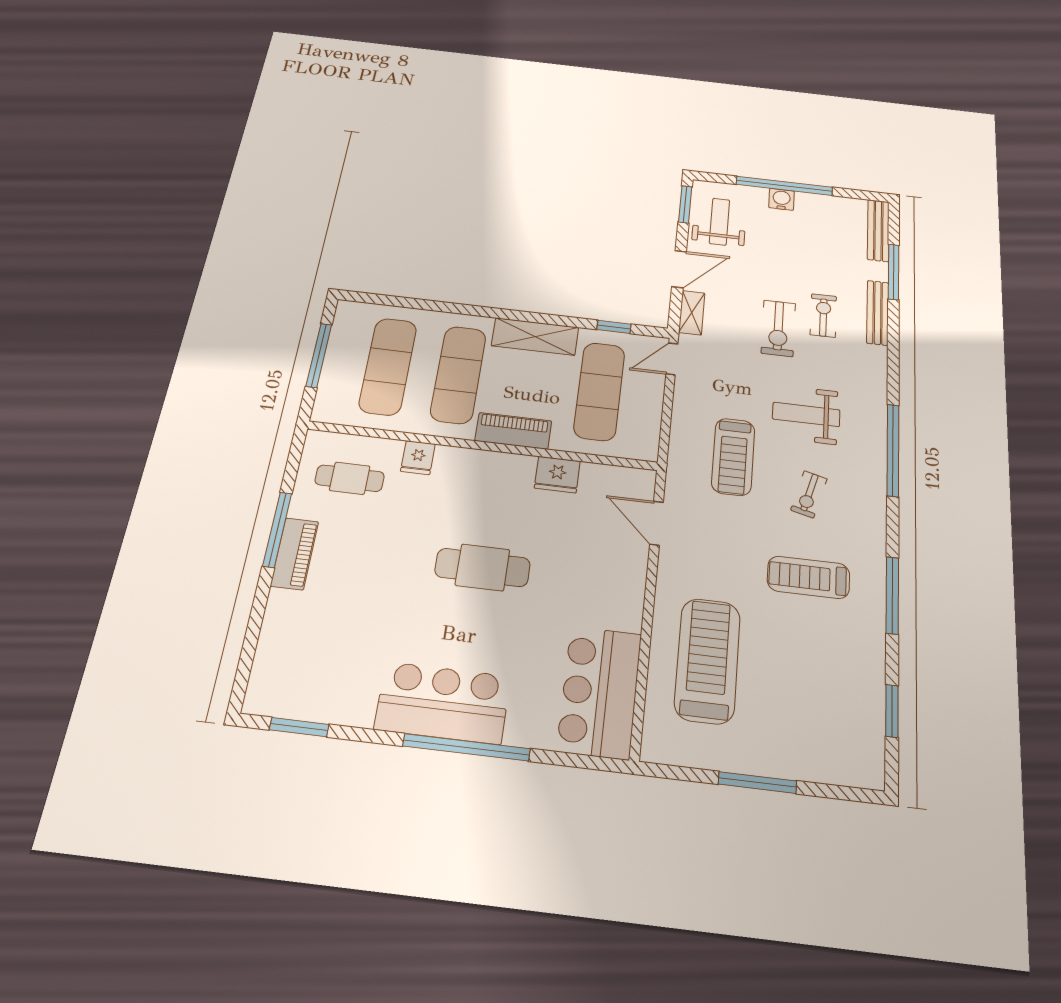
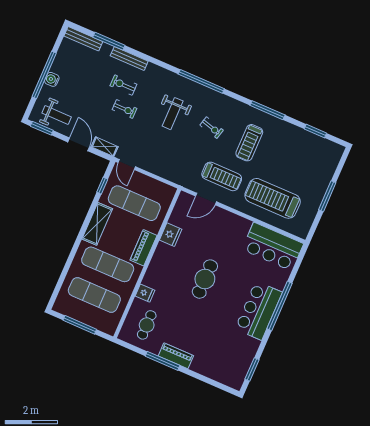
weight bench: (719, 222) -> (57, 115), turned 180
exercise bike: (778, 328) -> (124, 109), width x0.73, depth x0.72
treadmill: (733, 457) -> (222, 176), moved

